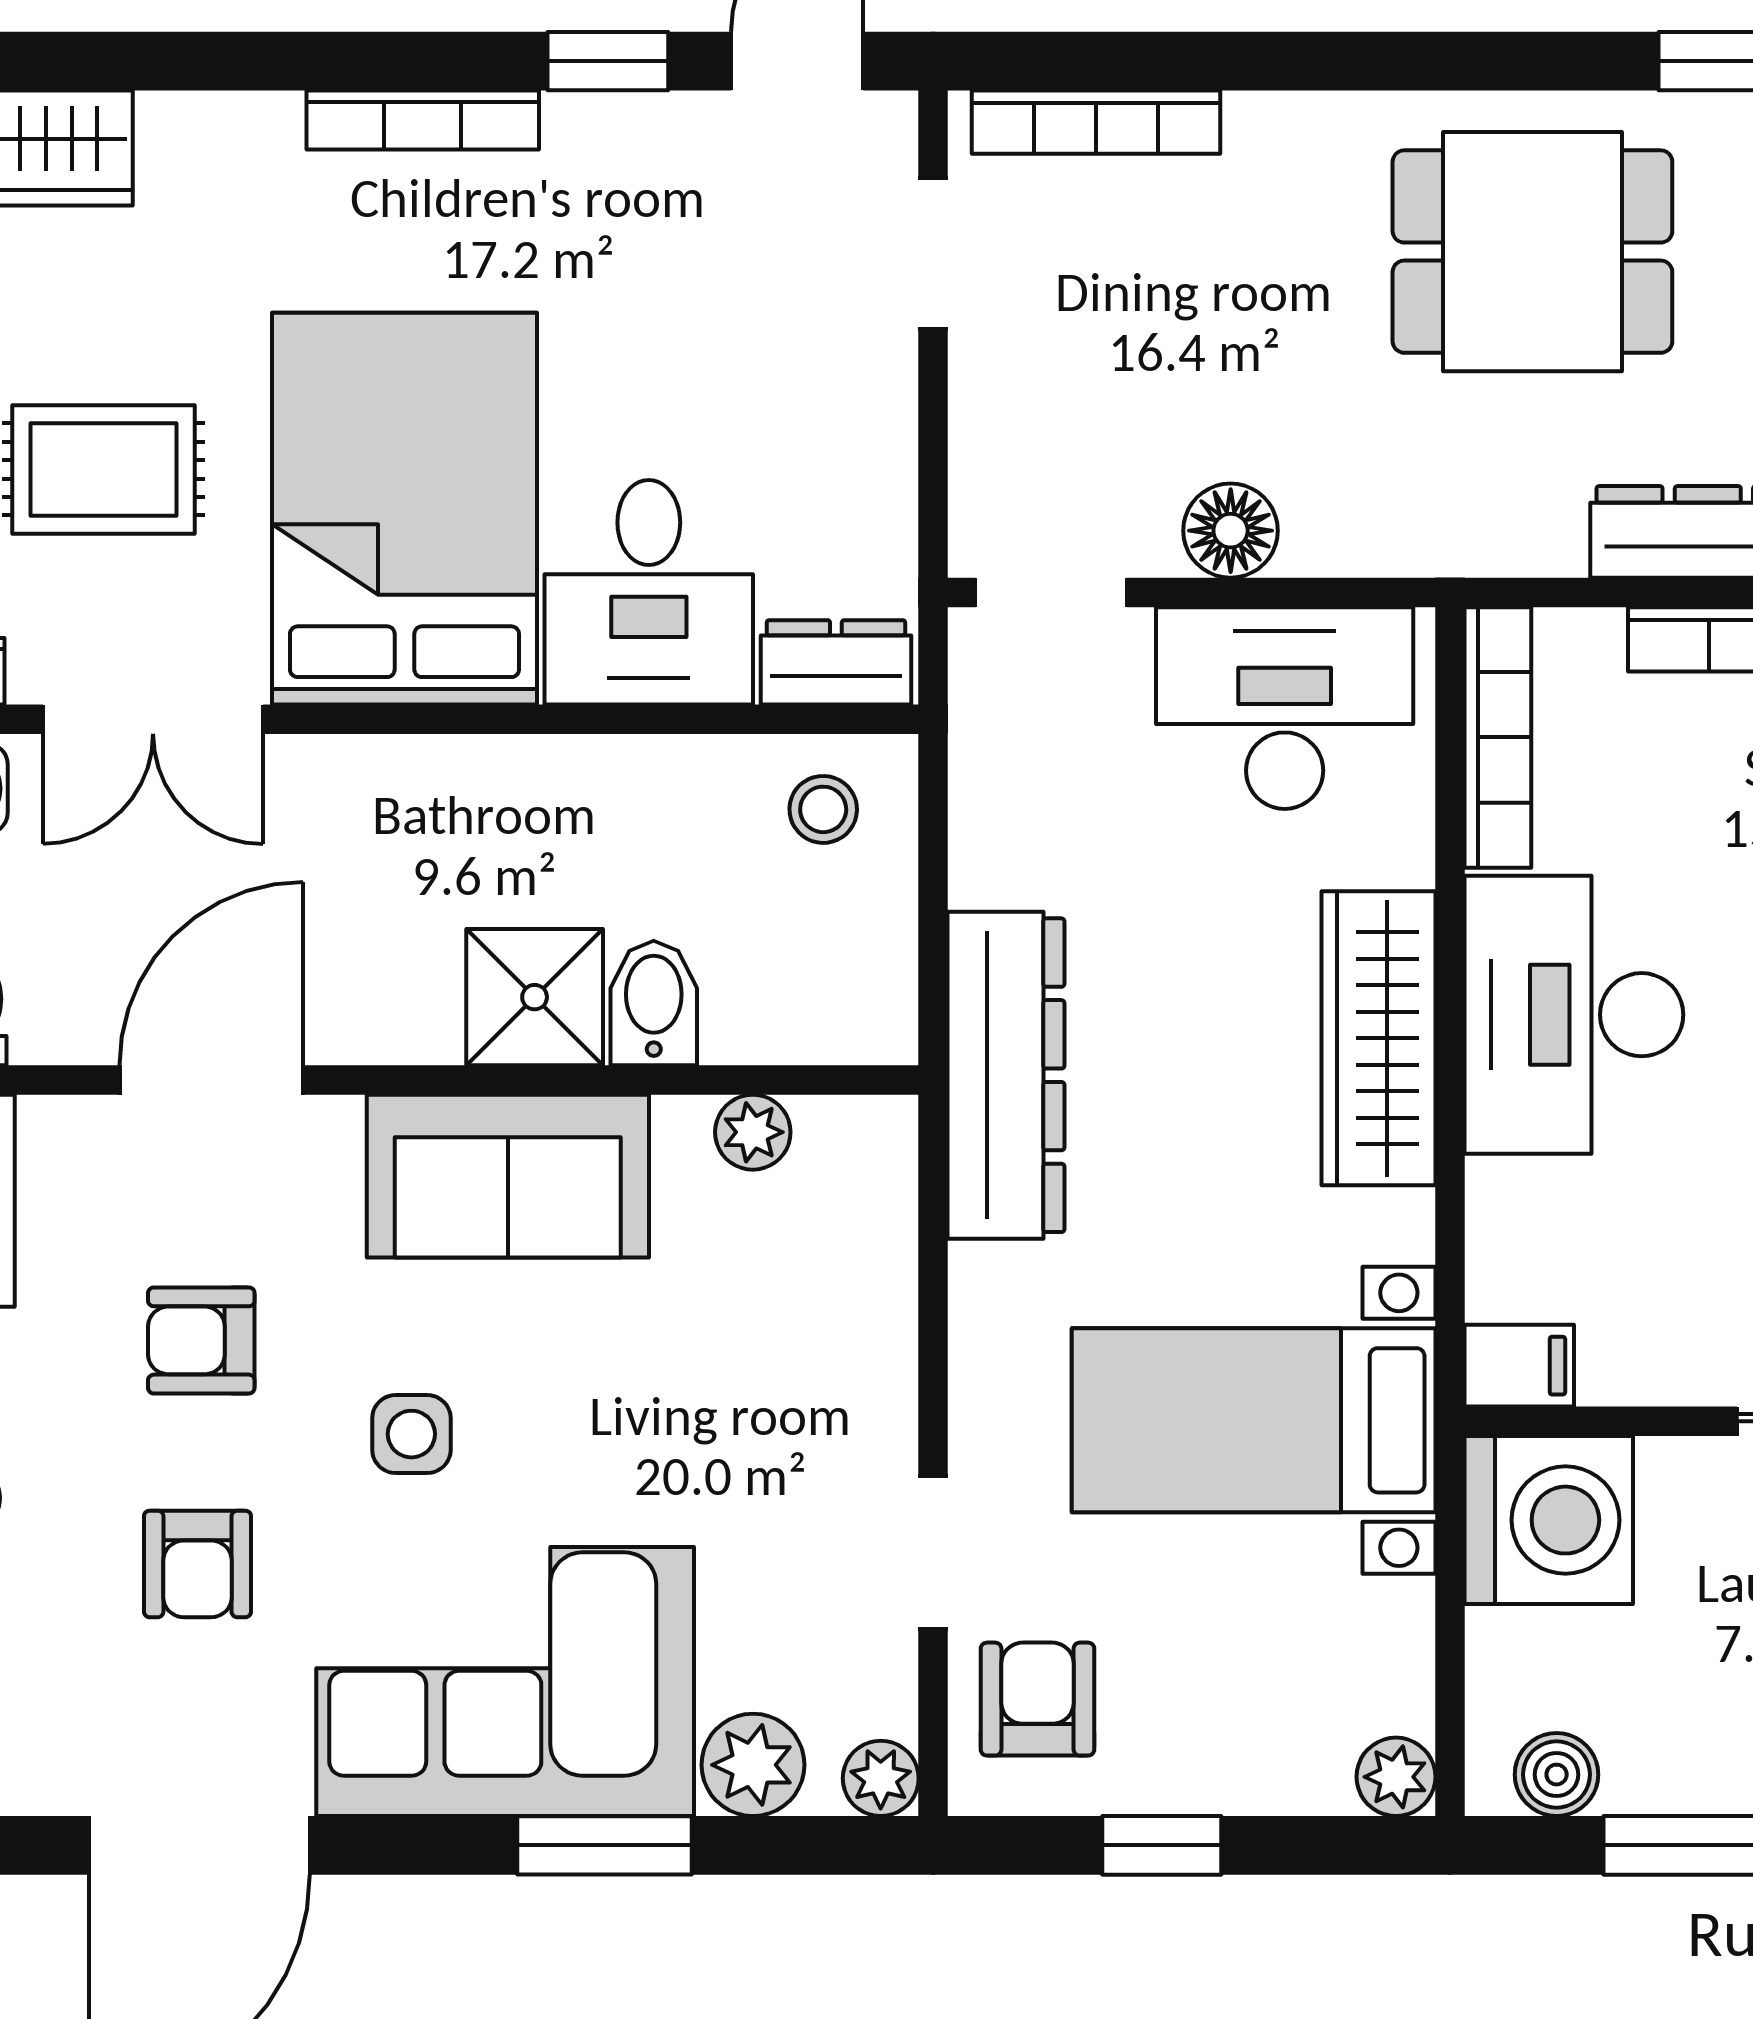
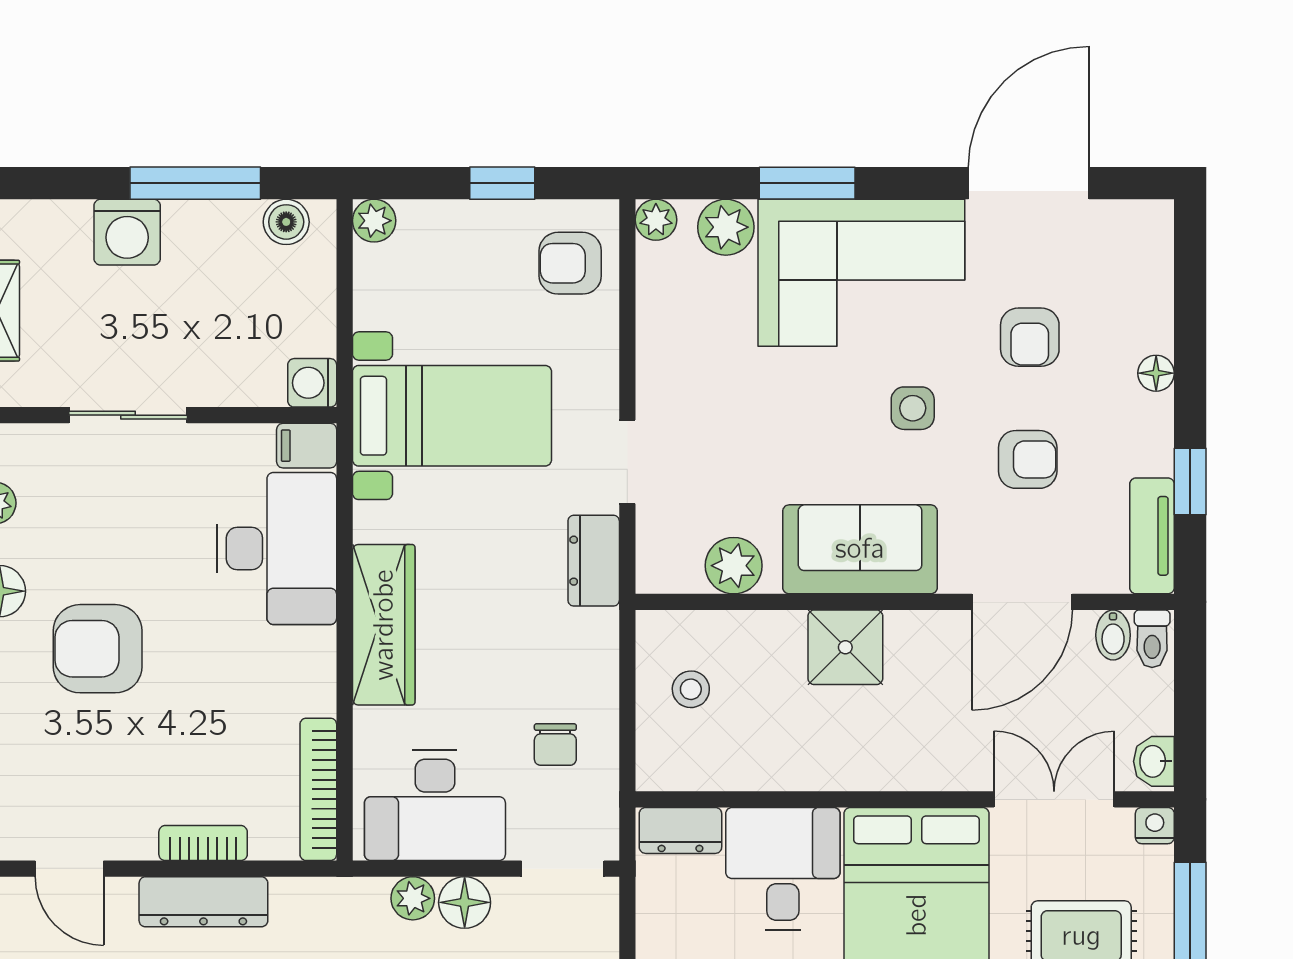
plant: (1325, 538) -> (413, 898), added
stool: (823, 809) -> (691, 689), moved
chair: (1065, 819) -> (555, 745), added
bidet: (654, 1003) -> (1113, 635), moved, width x0.72, depth x0.74
desk: (1574, 1015) -> (277, 548), moved
dresser: (1006, 1075) -> (594, 561), width x0.51, depth x0.80
plant: (753, 1132) -> (734, 566), width x1.38, depth x1.38
washing machine: (1549, 1520) -> (312, 383), width x0.53, depth x0.53
doorway: (933, 1553) -> (627, 462), moved
armchair: (197, 1564) -> (1030, 337), turned 180
armchair: (1037, 1699) -> (570, 263), turned 90

